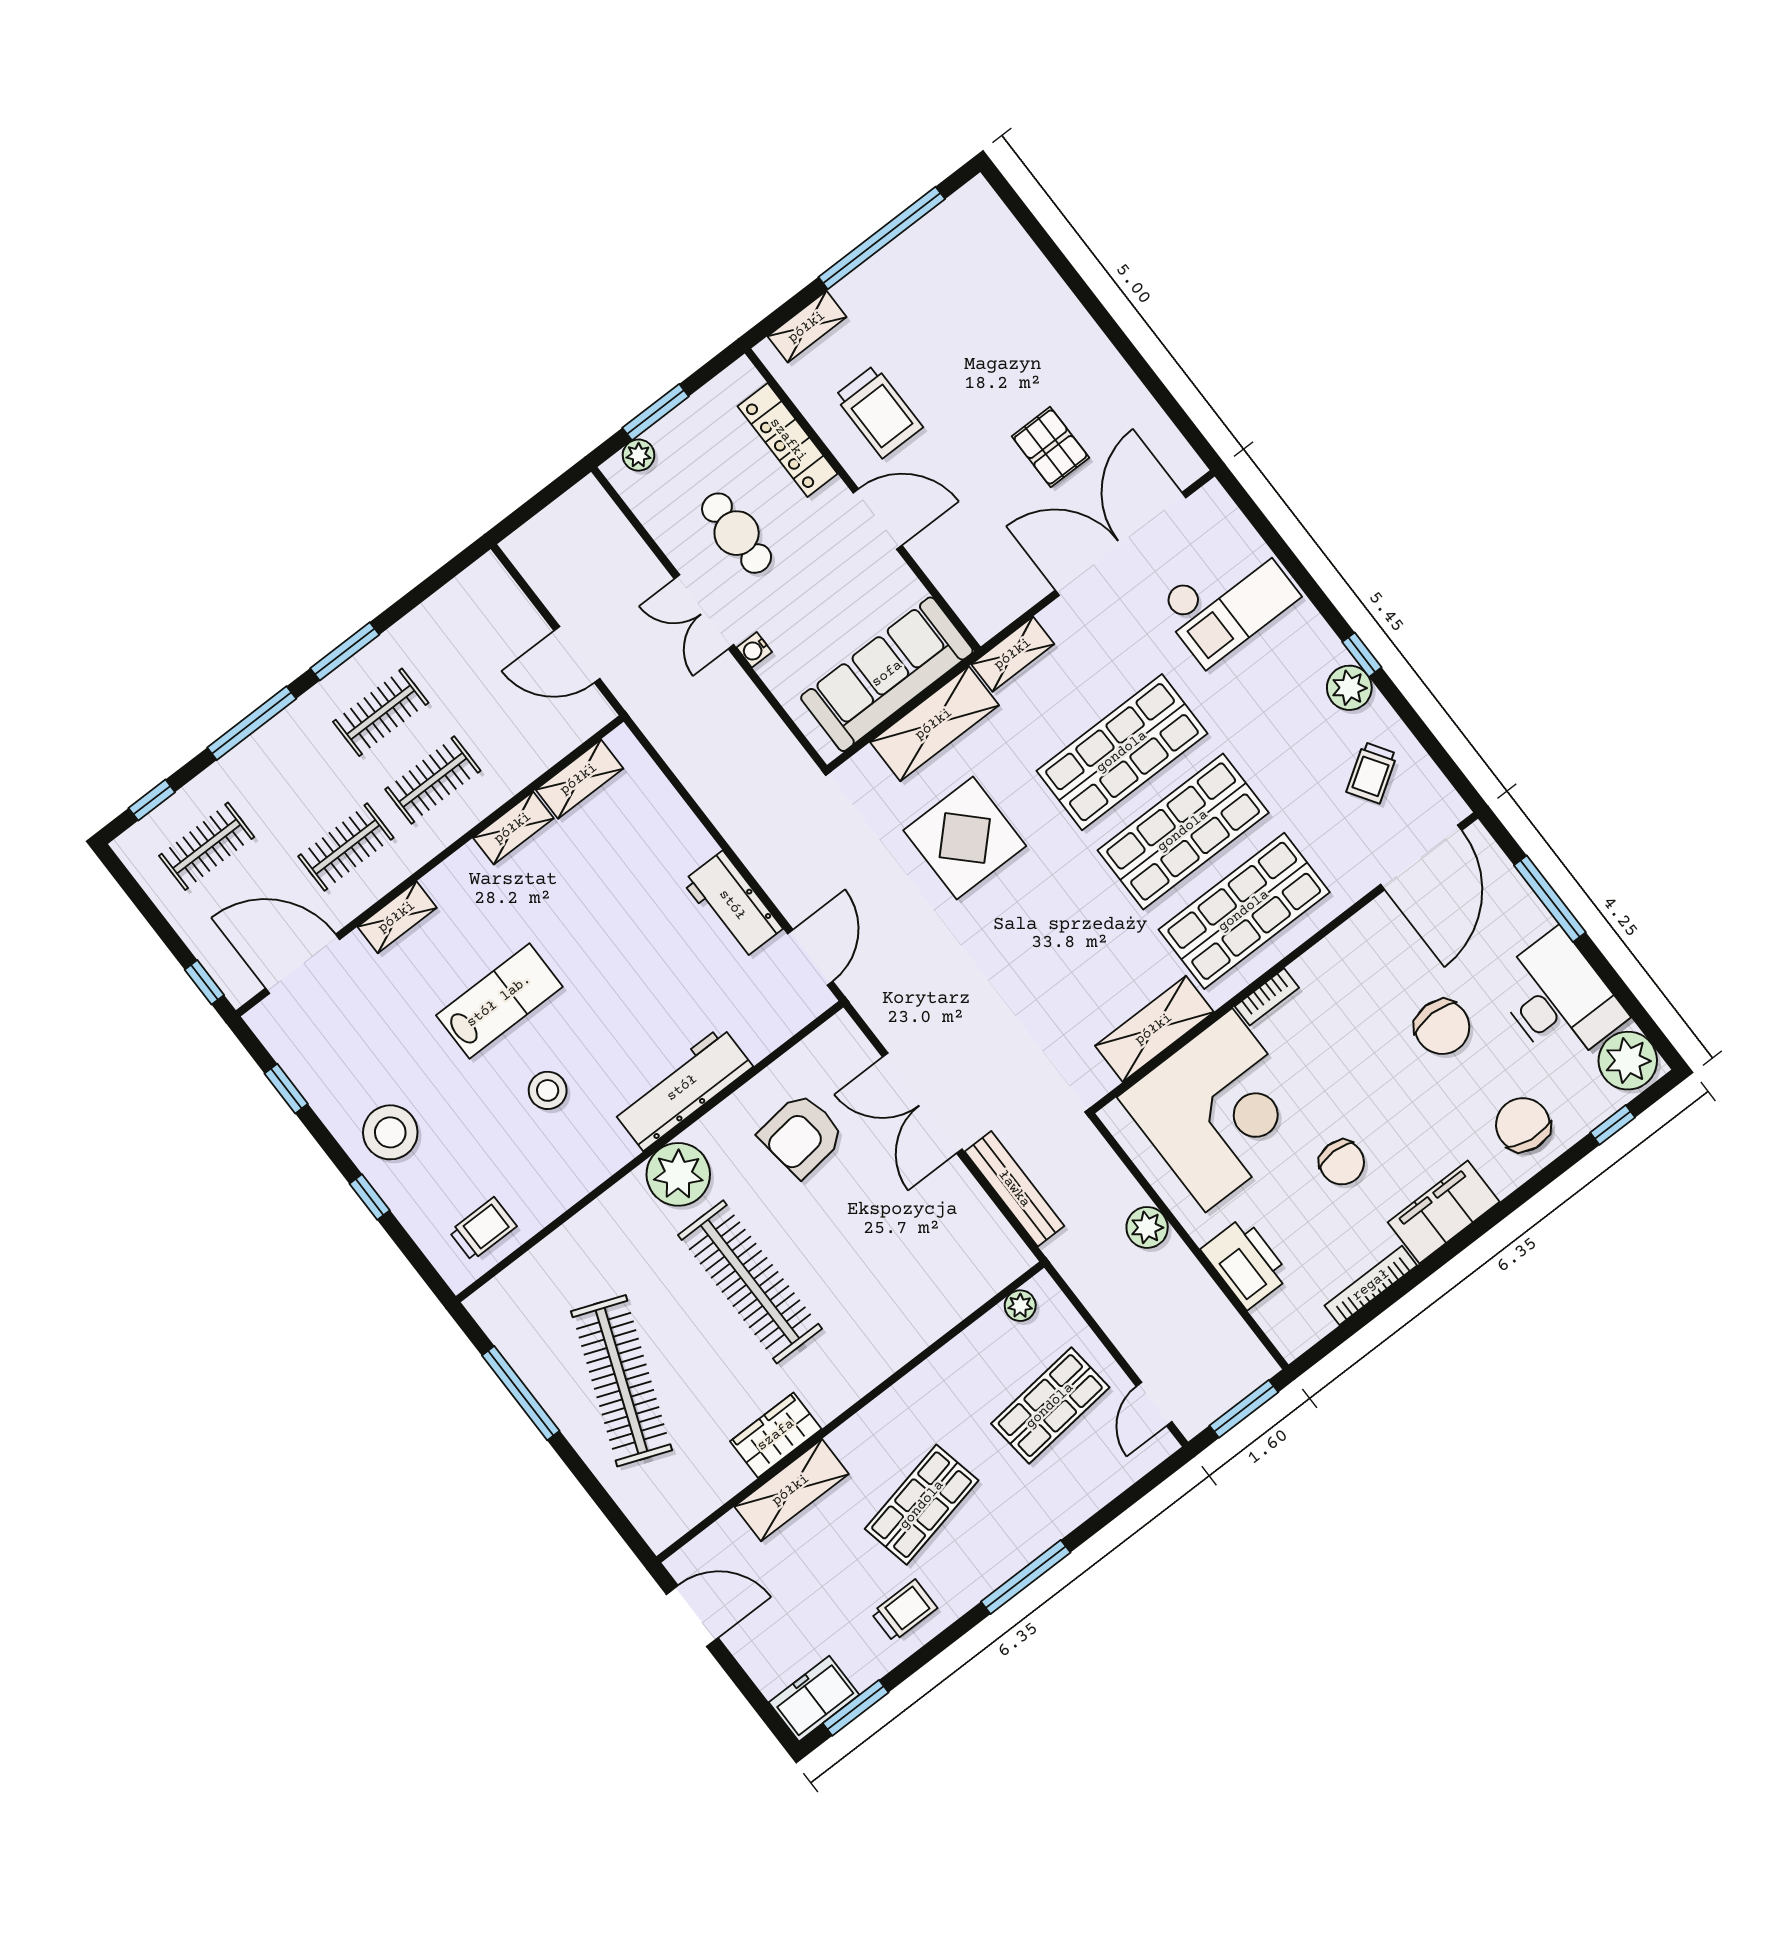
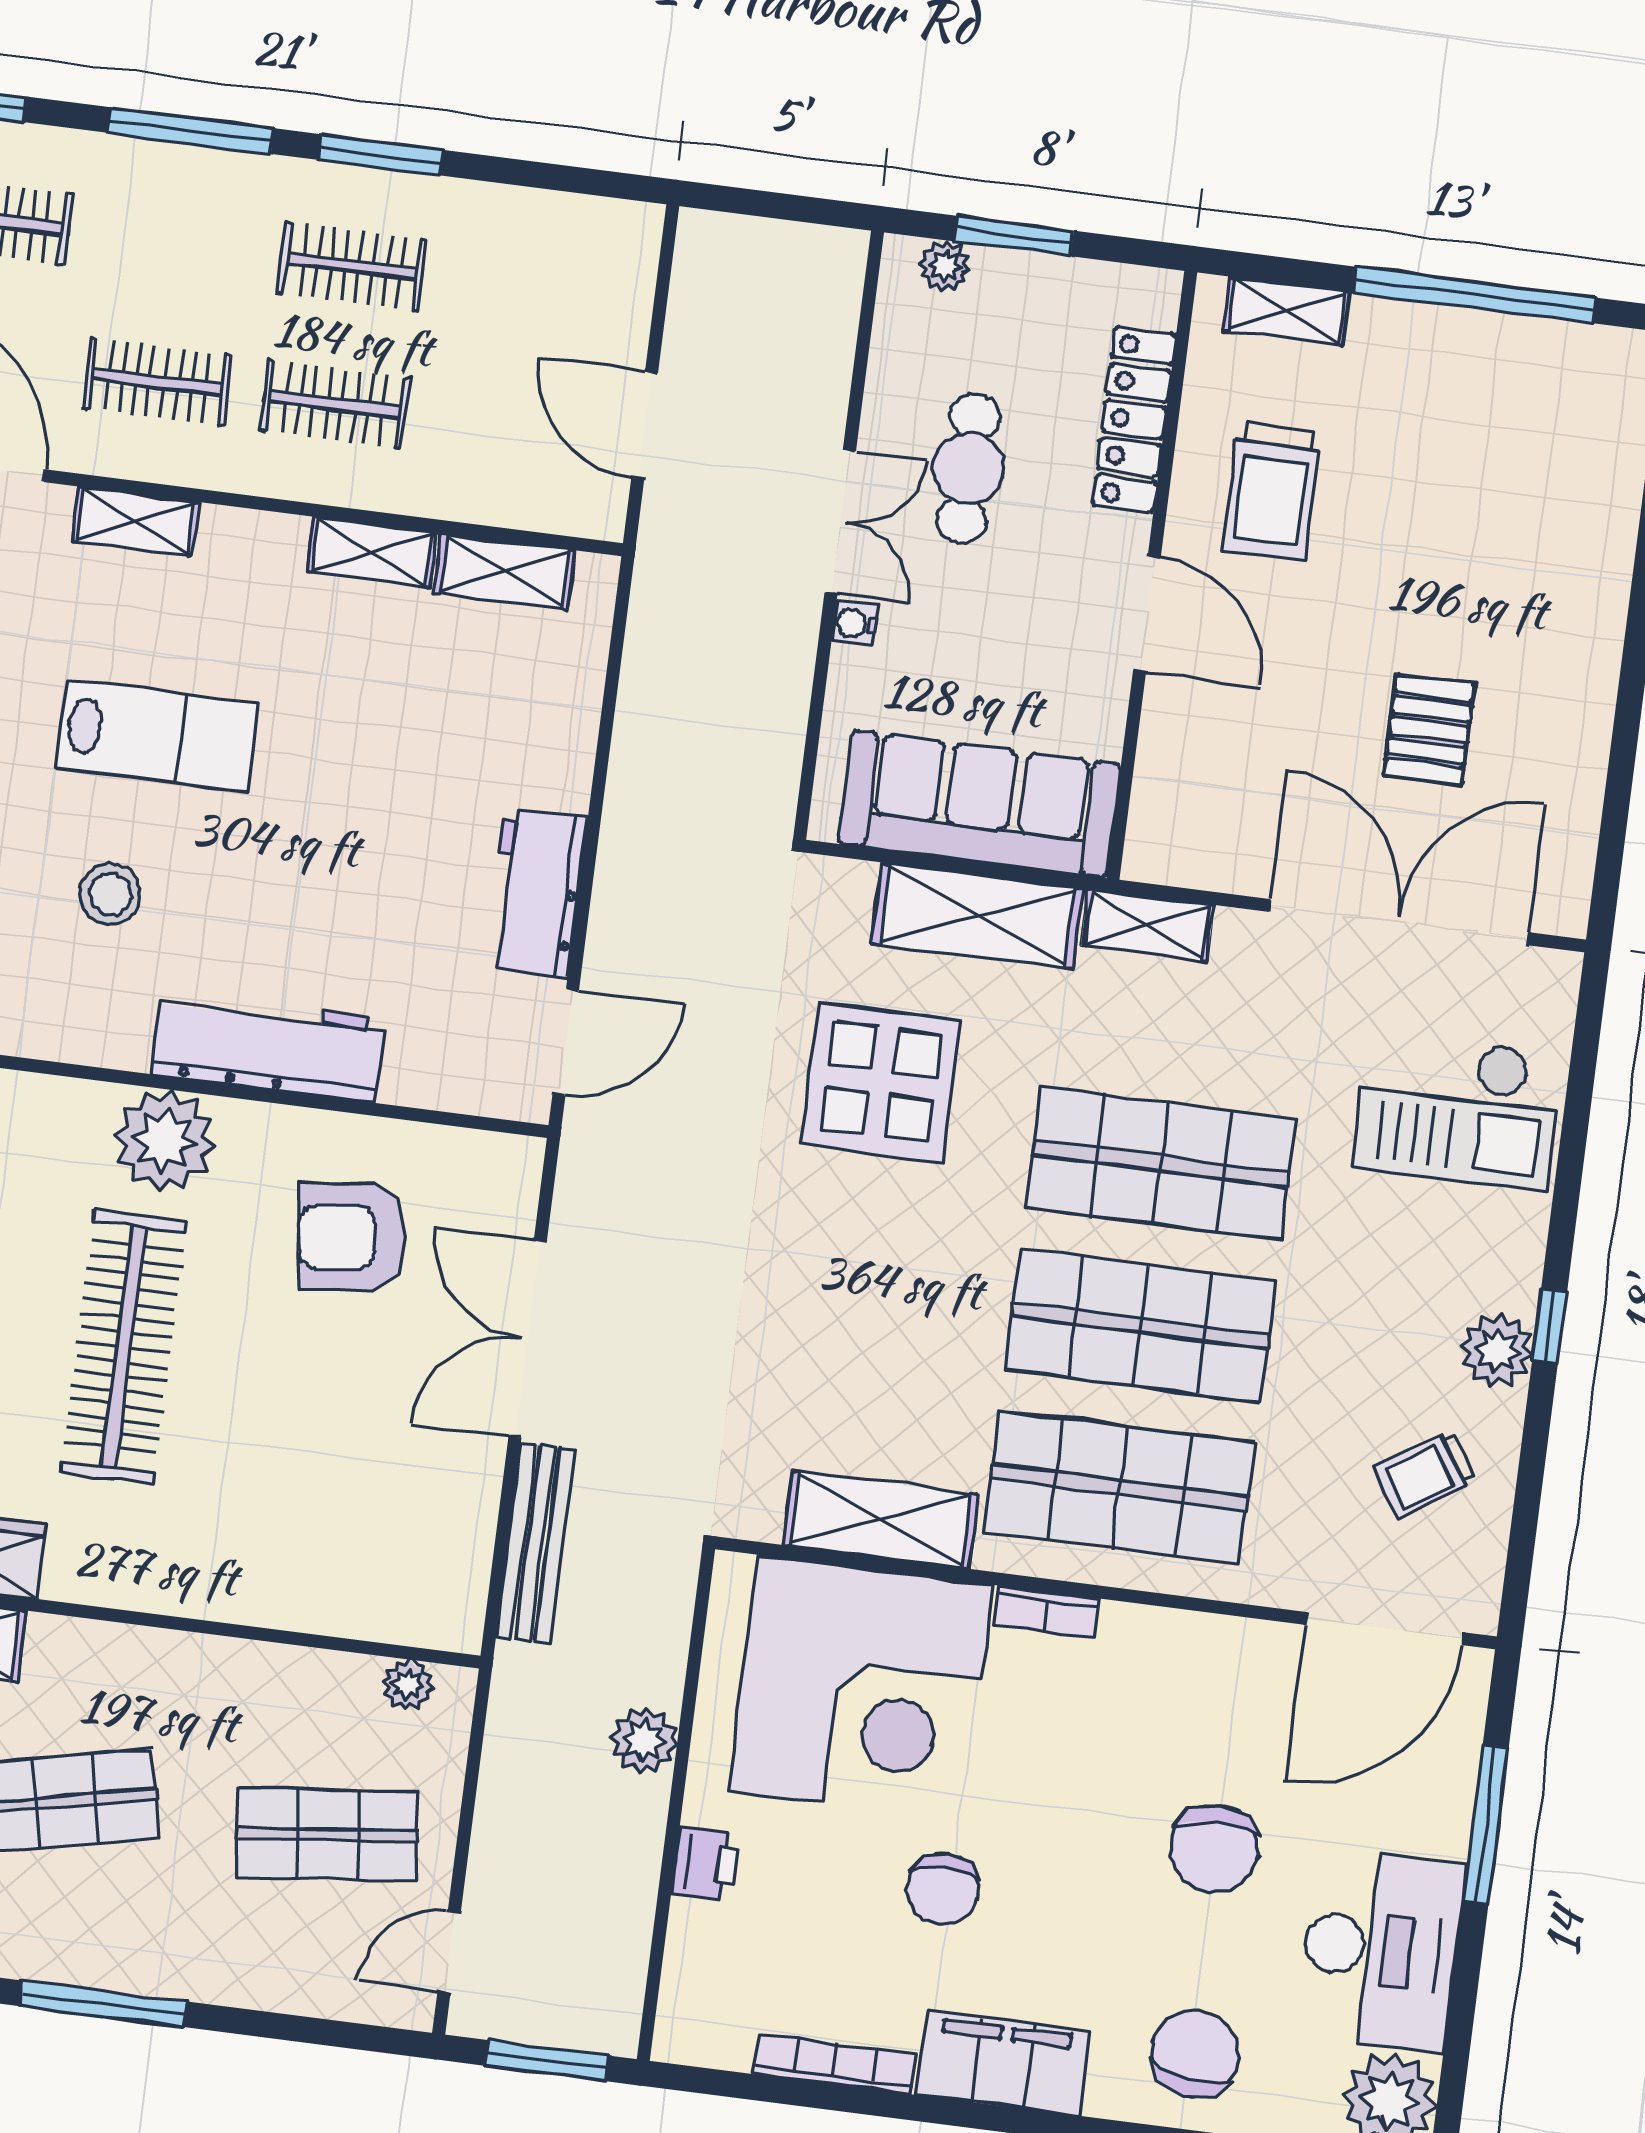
double door: (704, 612) -> (840, 522), swing flipped
printer: (1246, 1263) -> (706, 1863), width x0.53, depth x0.68

